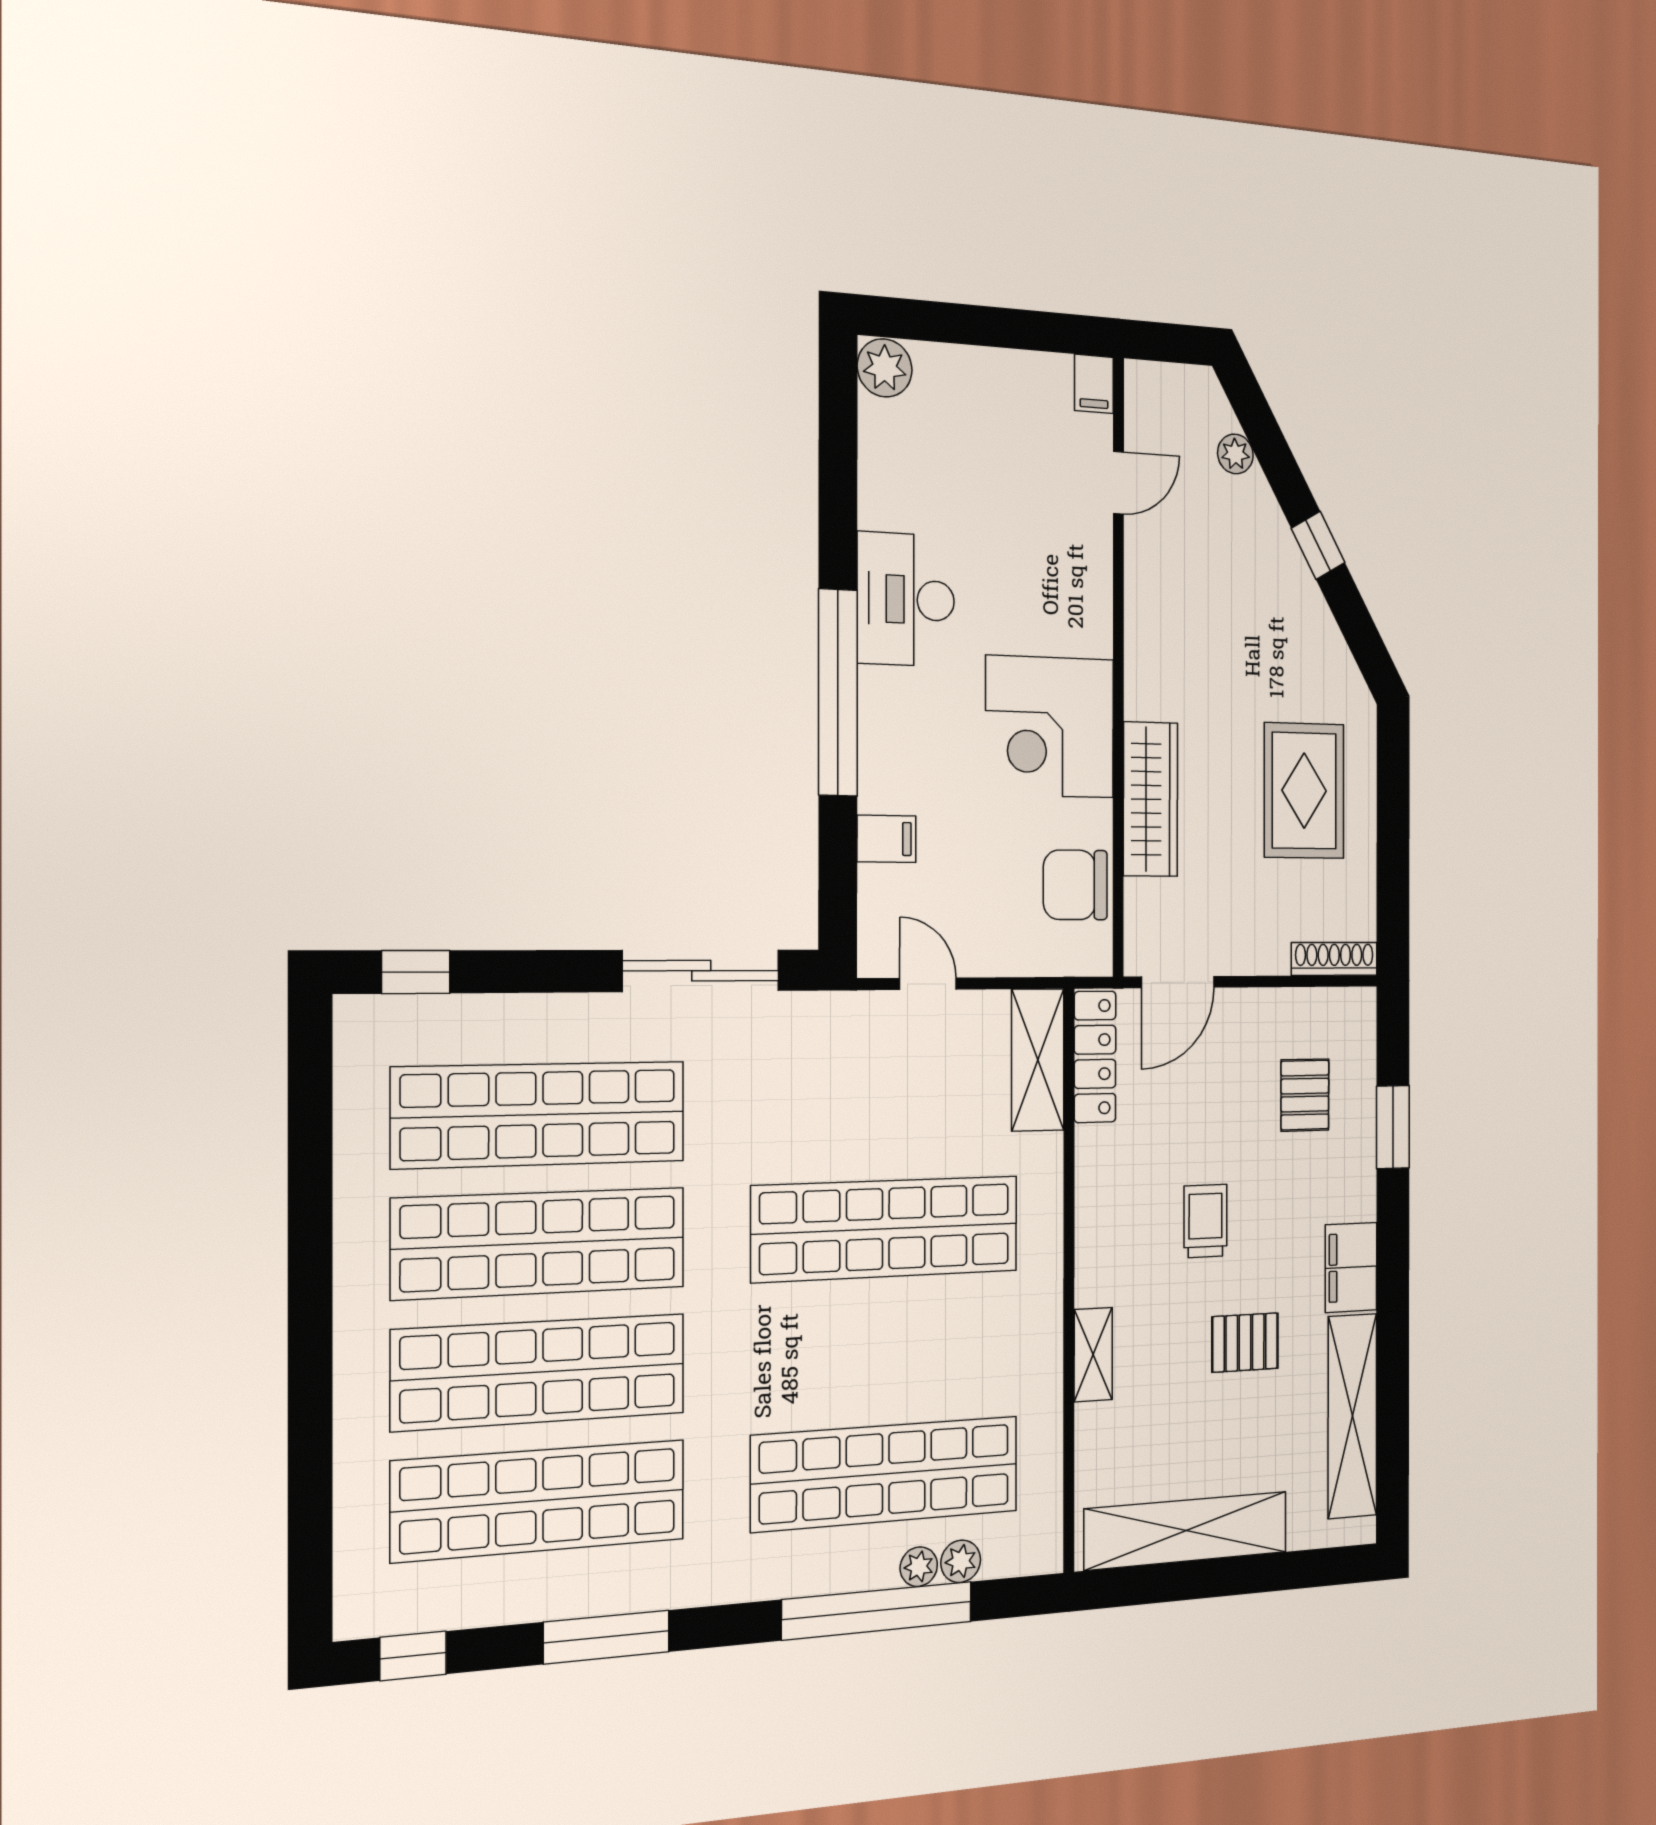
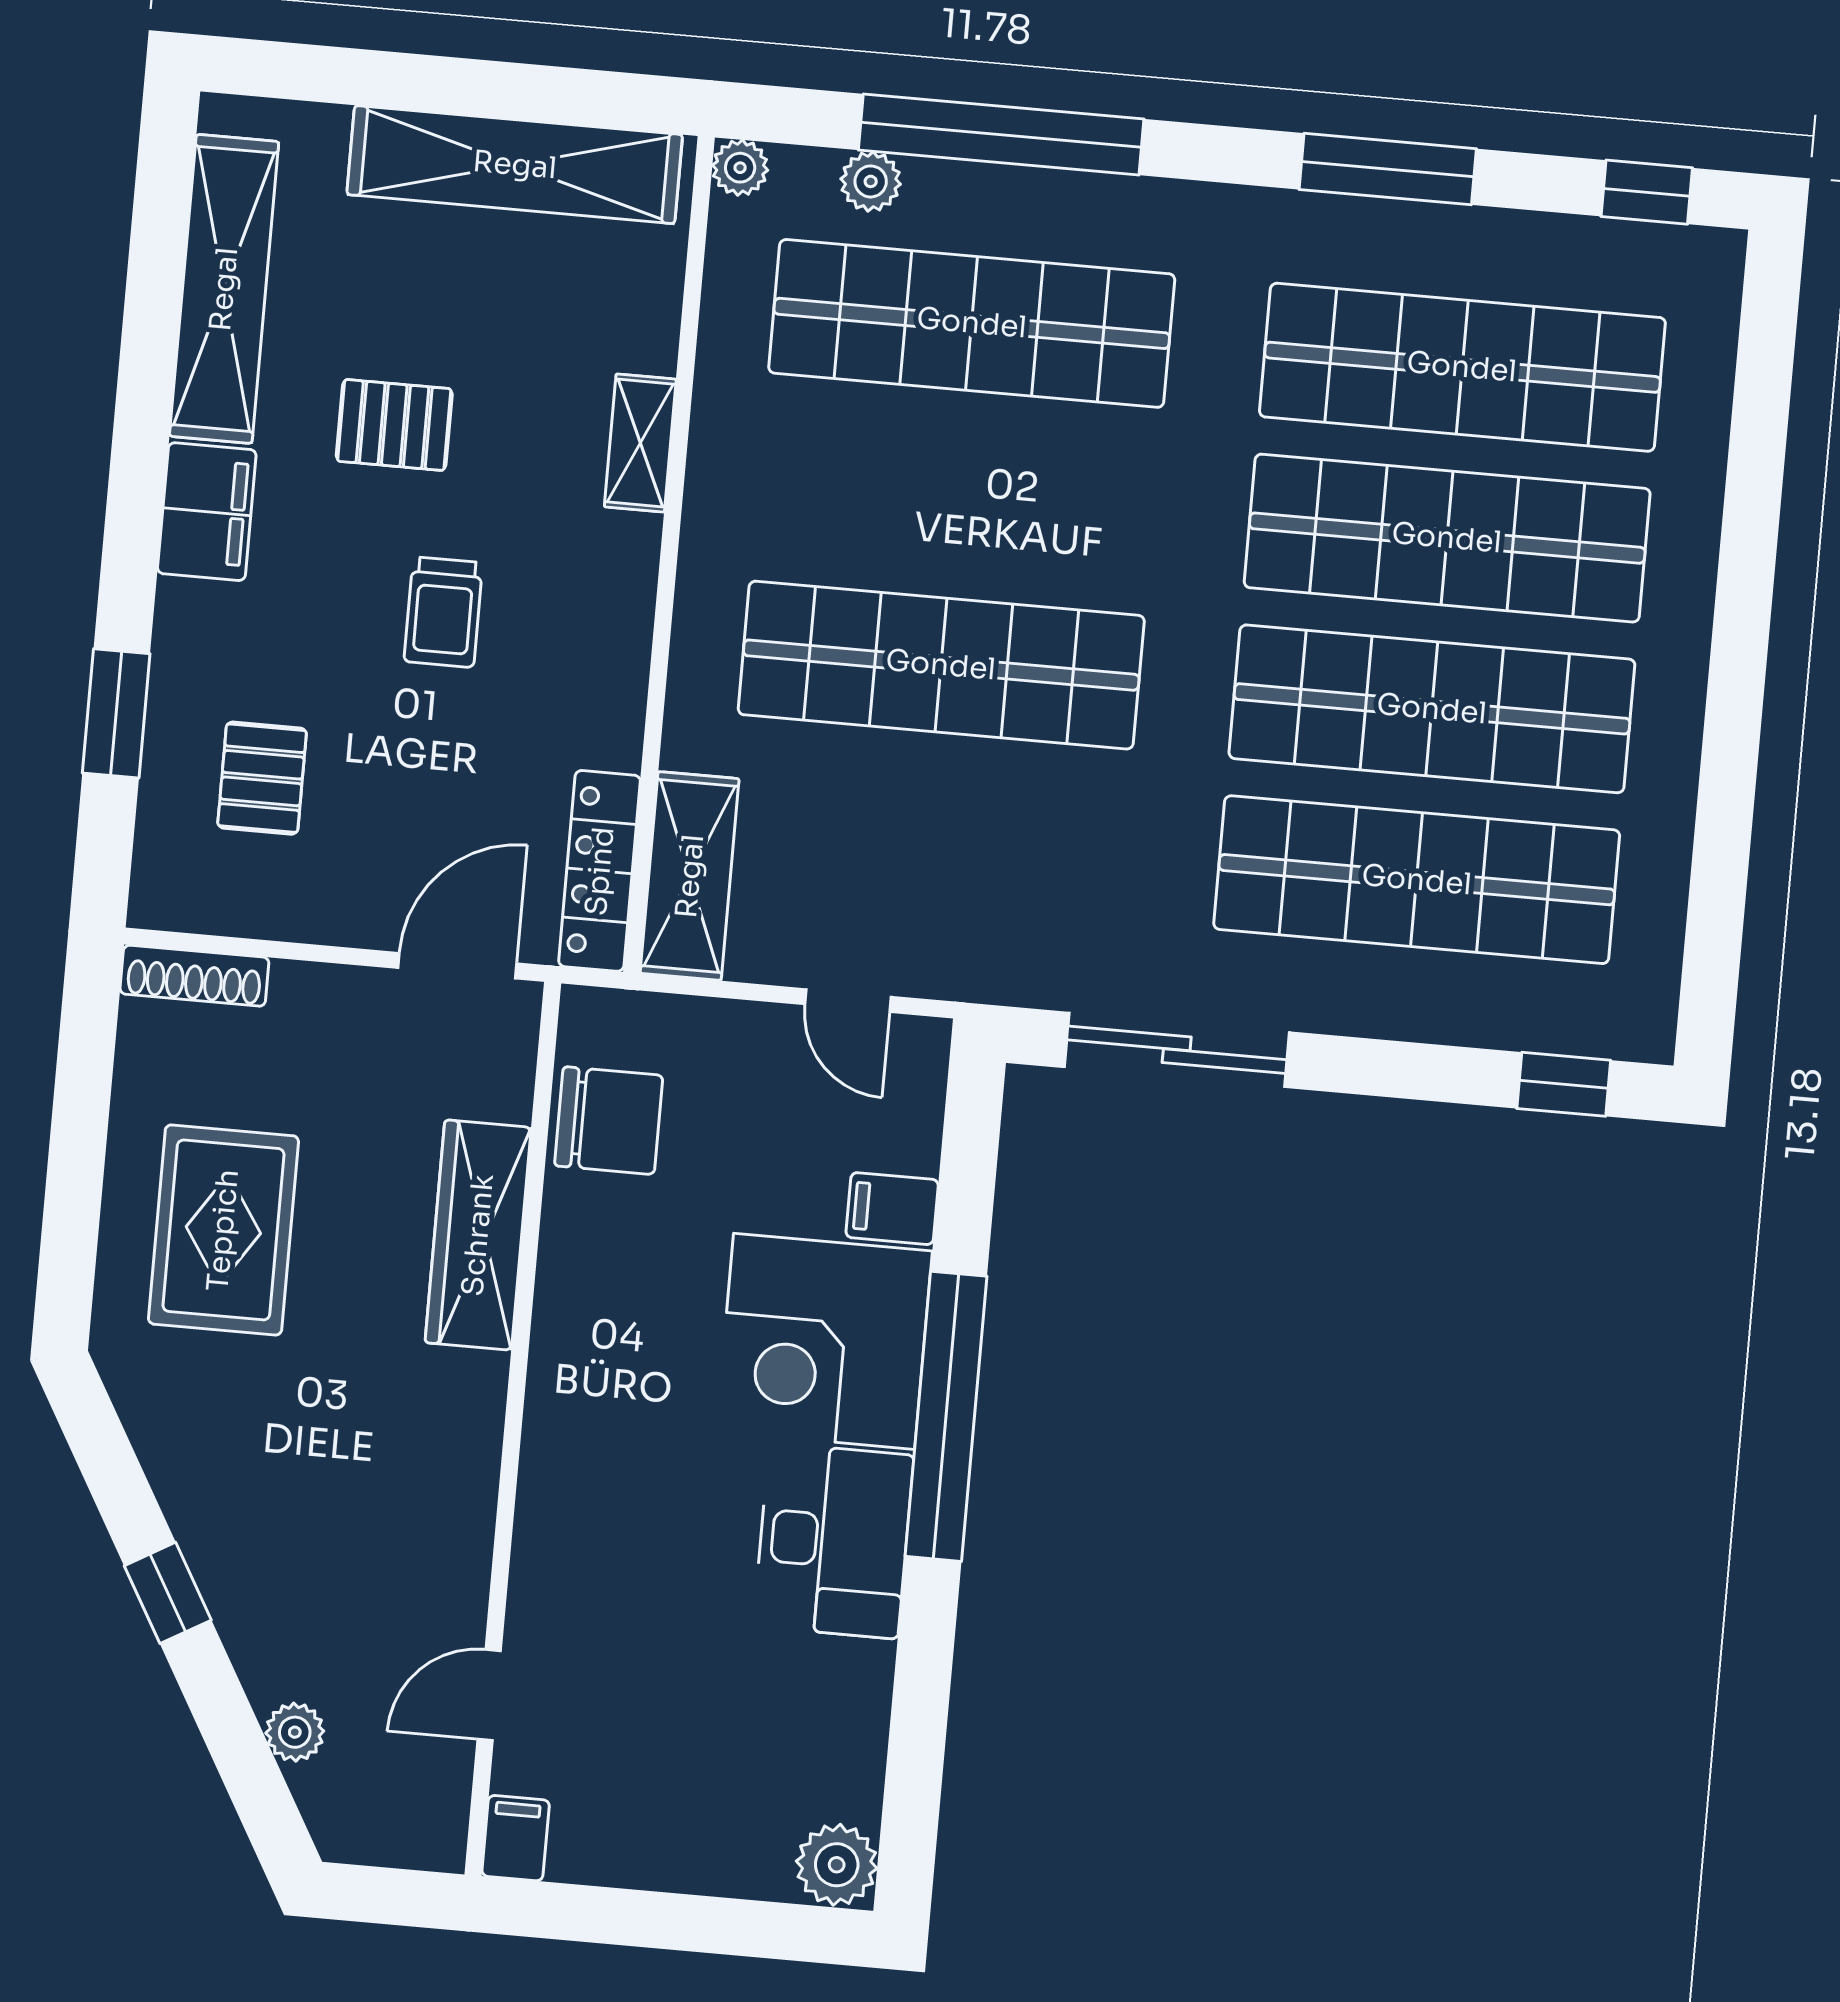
corner desk: (1050, 727) -> (824, 1341), moved, turned 180
plant: (919, 1567) -> (740, 168), moved

